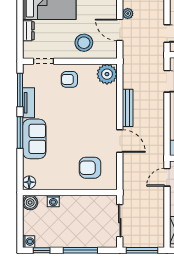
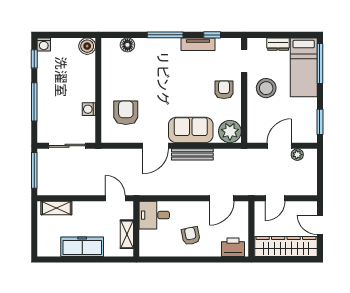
stool: (84, 43) -> (266, 88), moved
window: (20, 90) -> (212, 35), width x0.46
sofa: (34, 139) -> (191, 130), moved, turned 180
floor lamp: (29, 182) -> (127, 45), moved
washing machine: (53, 201) -> (89, 109), moved

